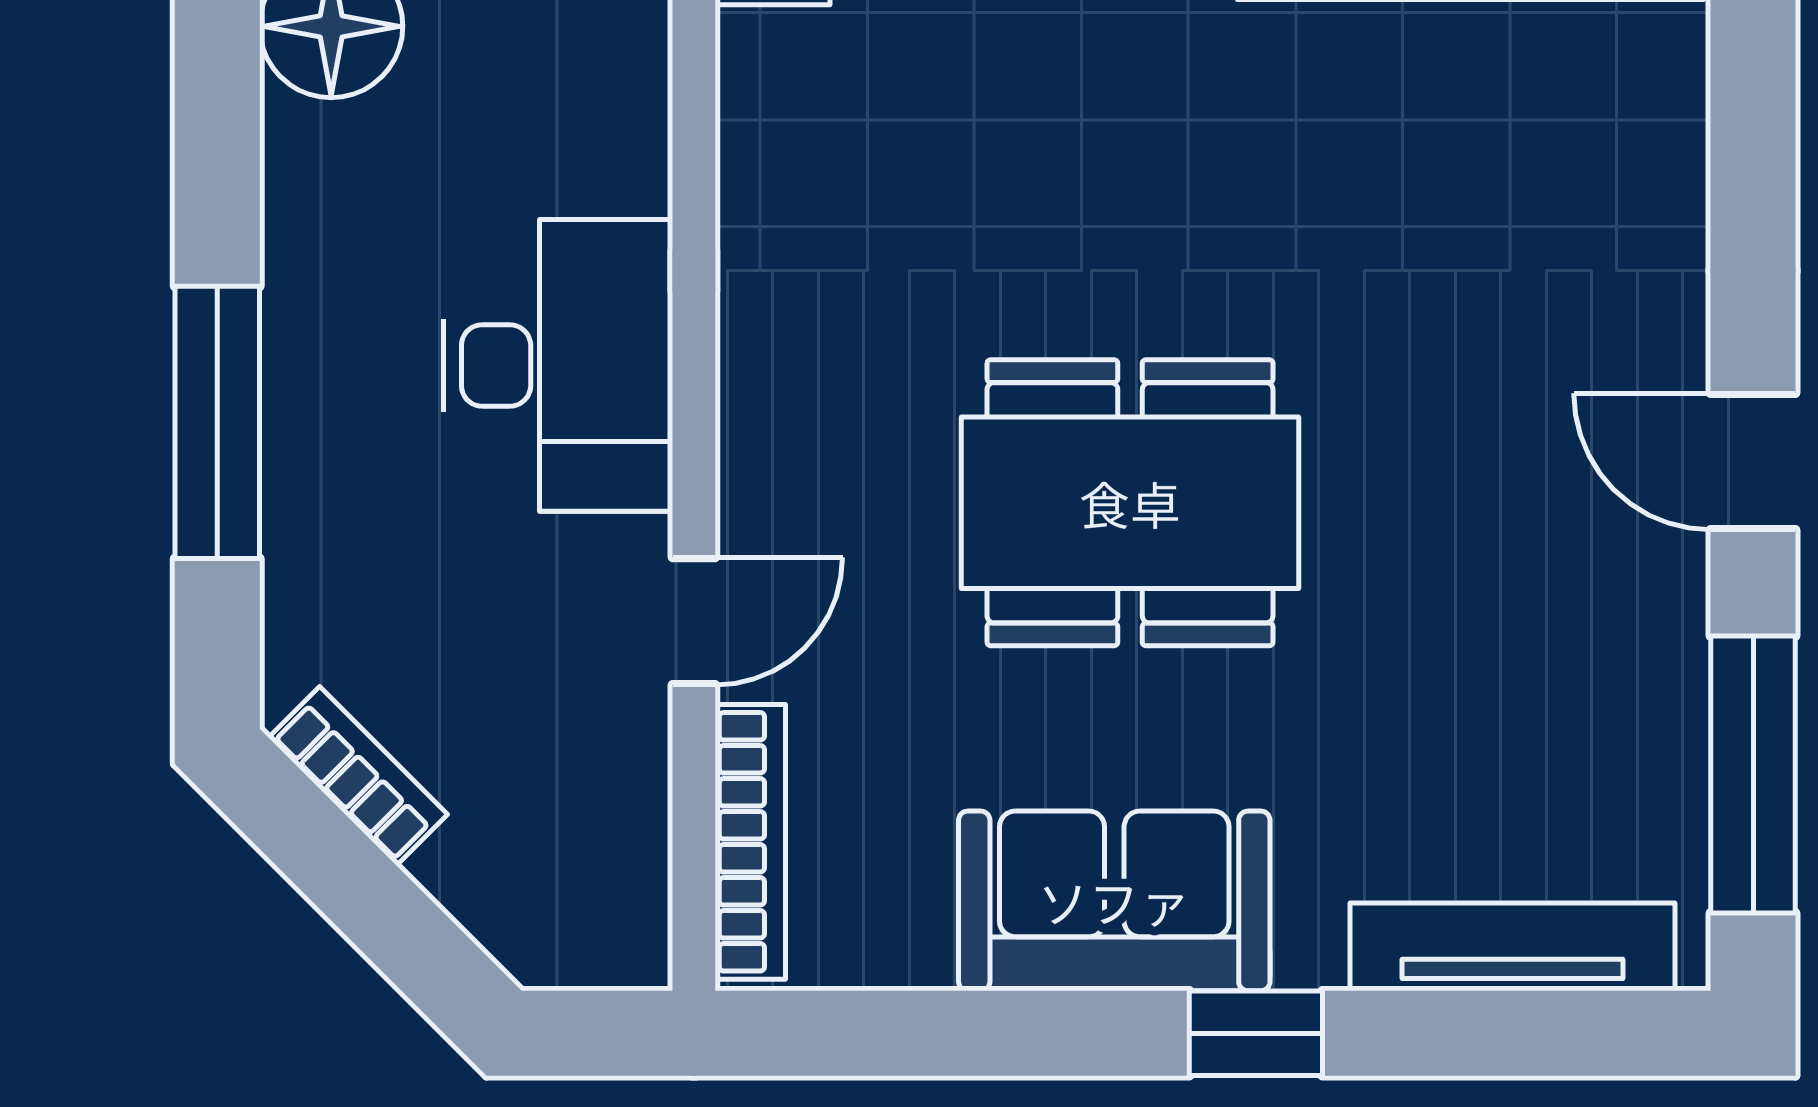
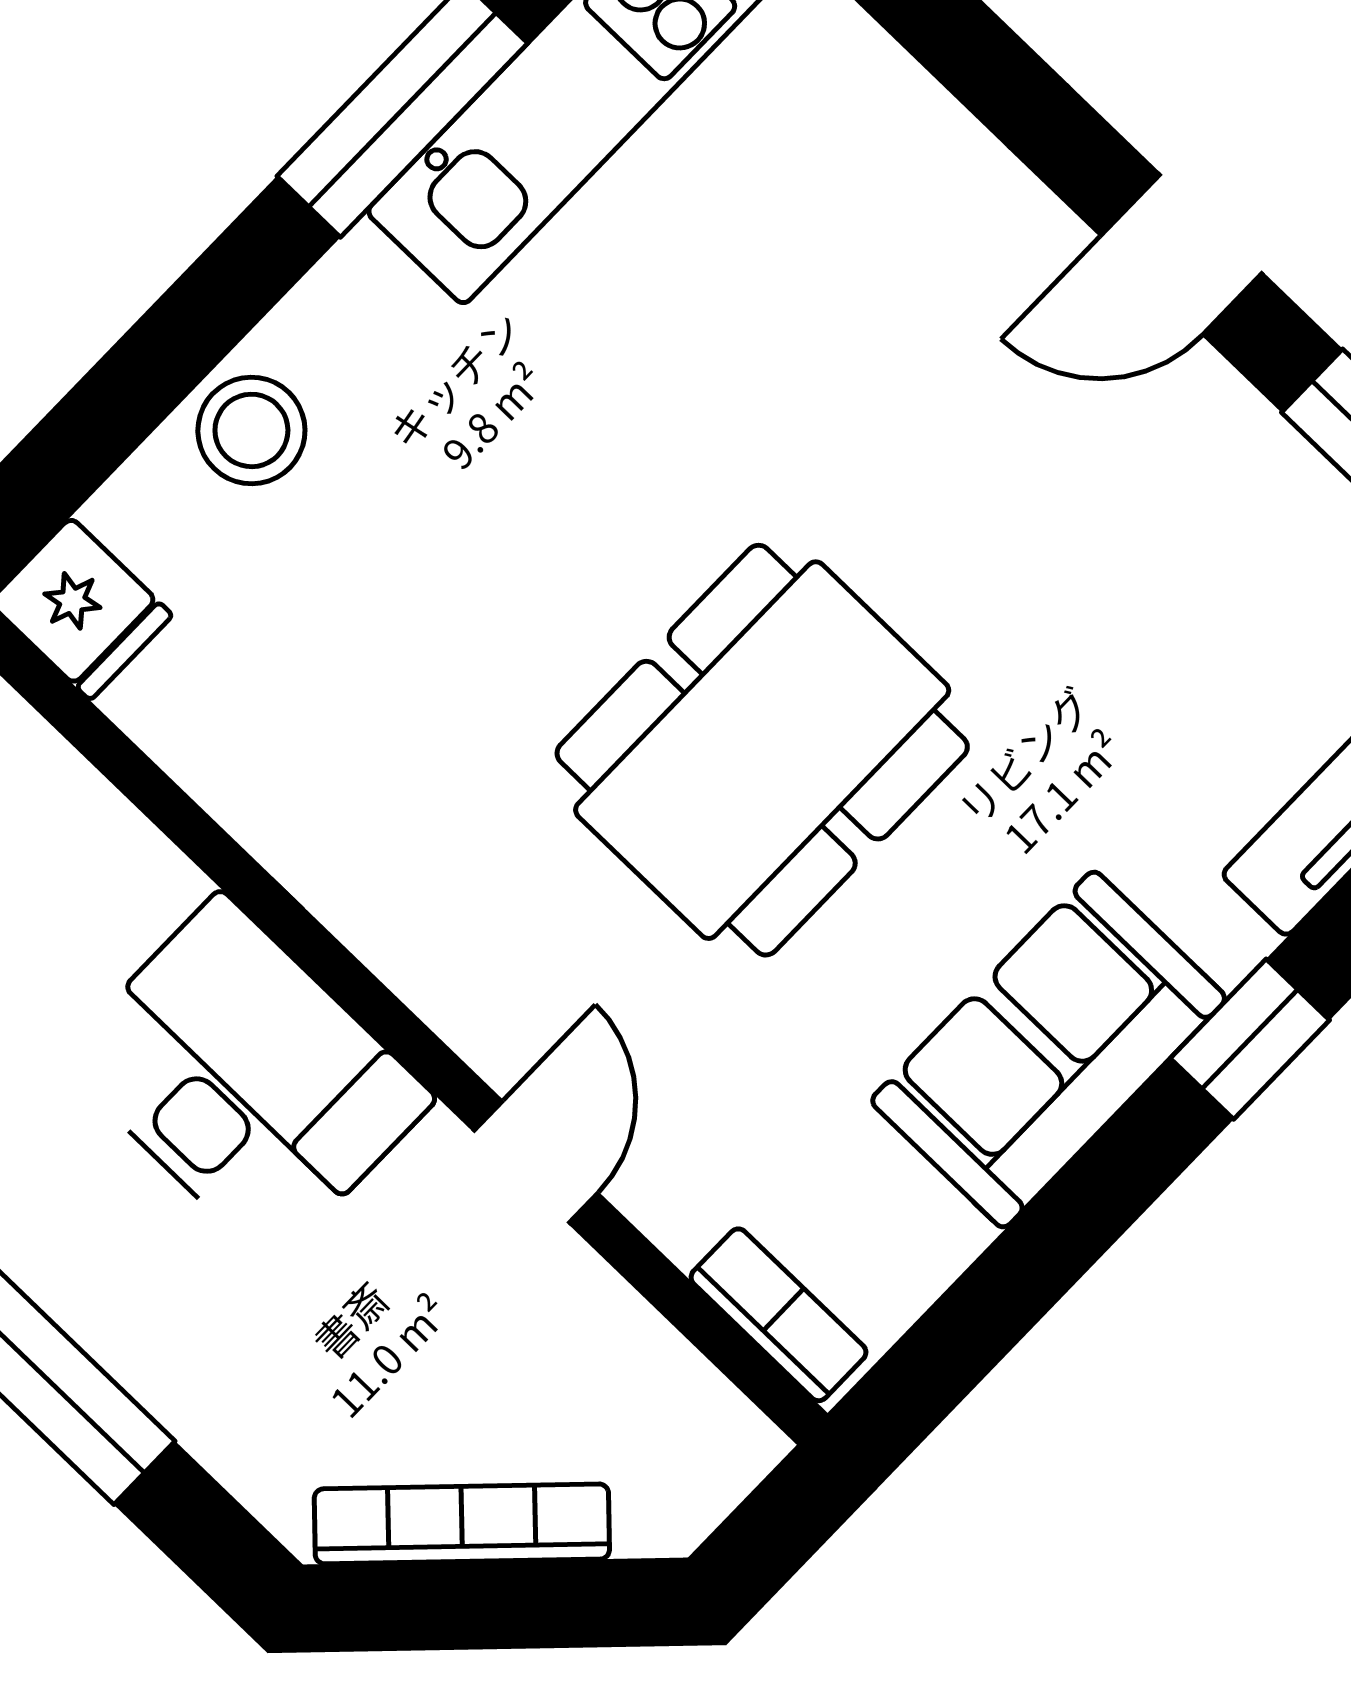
bookcase: (358, 776) -> (462, 1524), width x1.56
bookcase: (750, 842) -> (779, 1315), width x0.64

